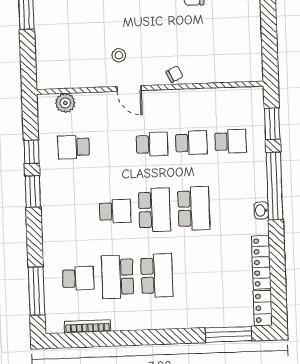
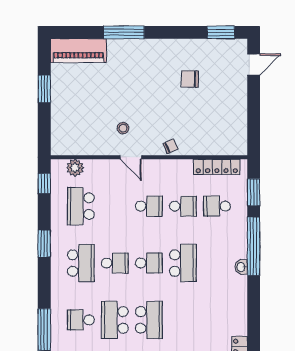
school desk: (231, 141) -> (217, 206), turned 180
school desk: (73, 147) -> (81, 206), width x1.85
window: (31, 152) -> (44, 184), moved
school desk: (154, 210) -> (149, 263), width x0.54
school desk: (76, 213) -> (81, 263), added
locker: (261, 262) -> (217, 167), moved, turned -90
school desk: (78, 278) -> (81, 320), turned 180

